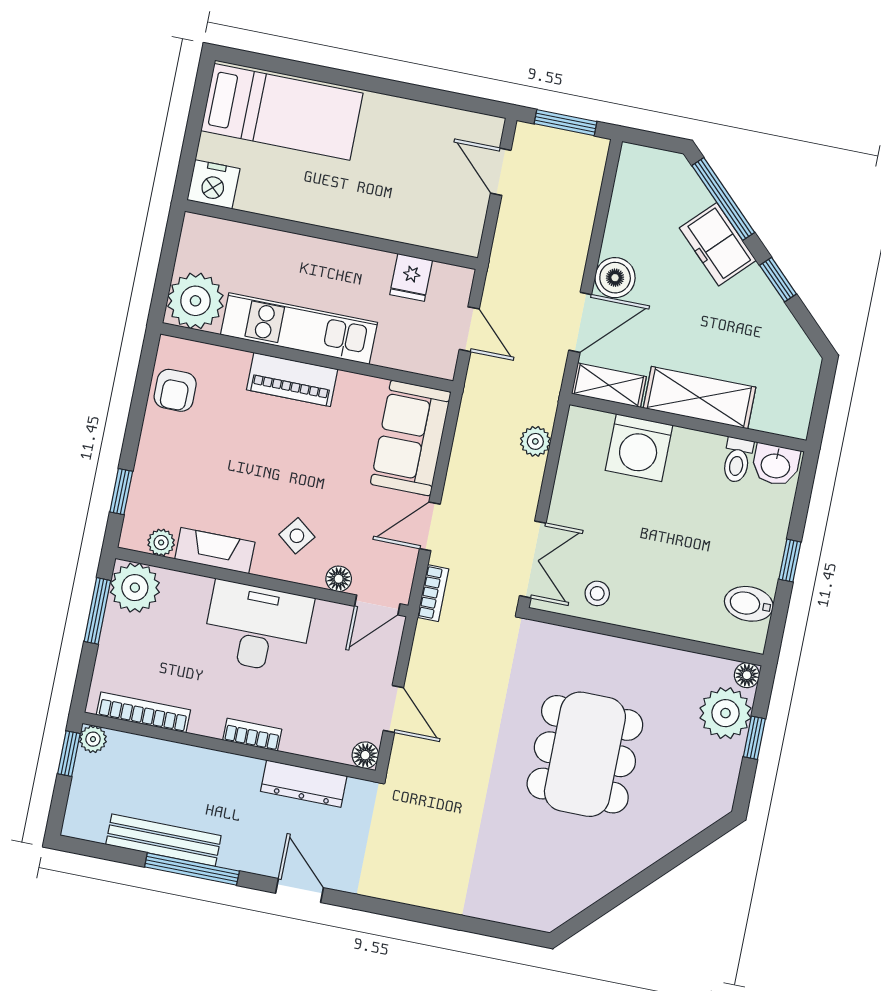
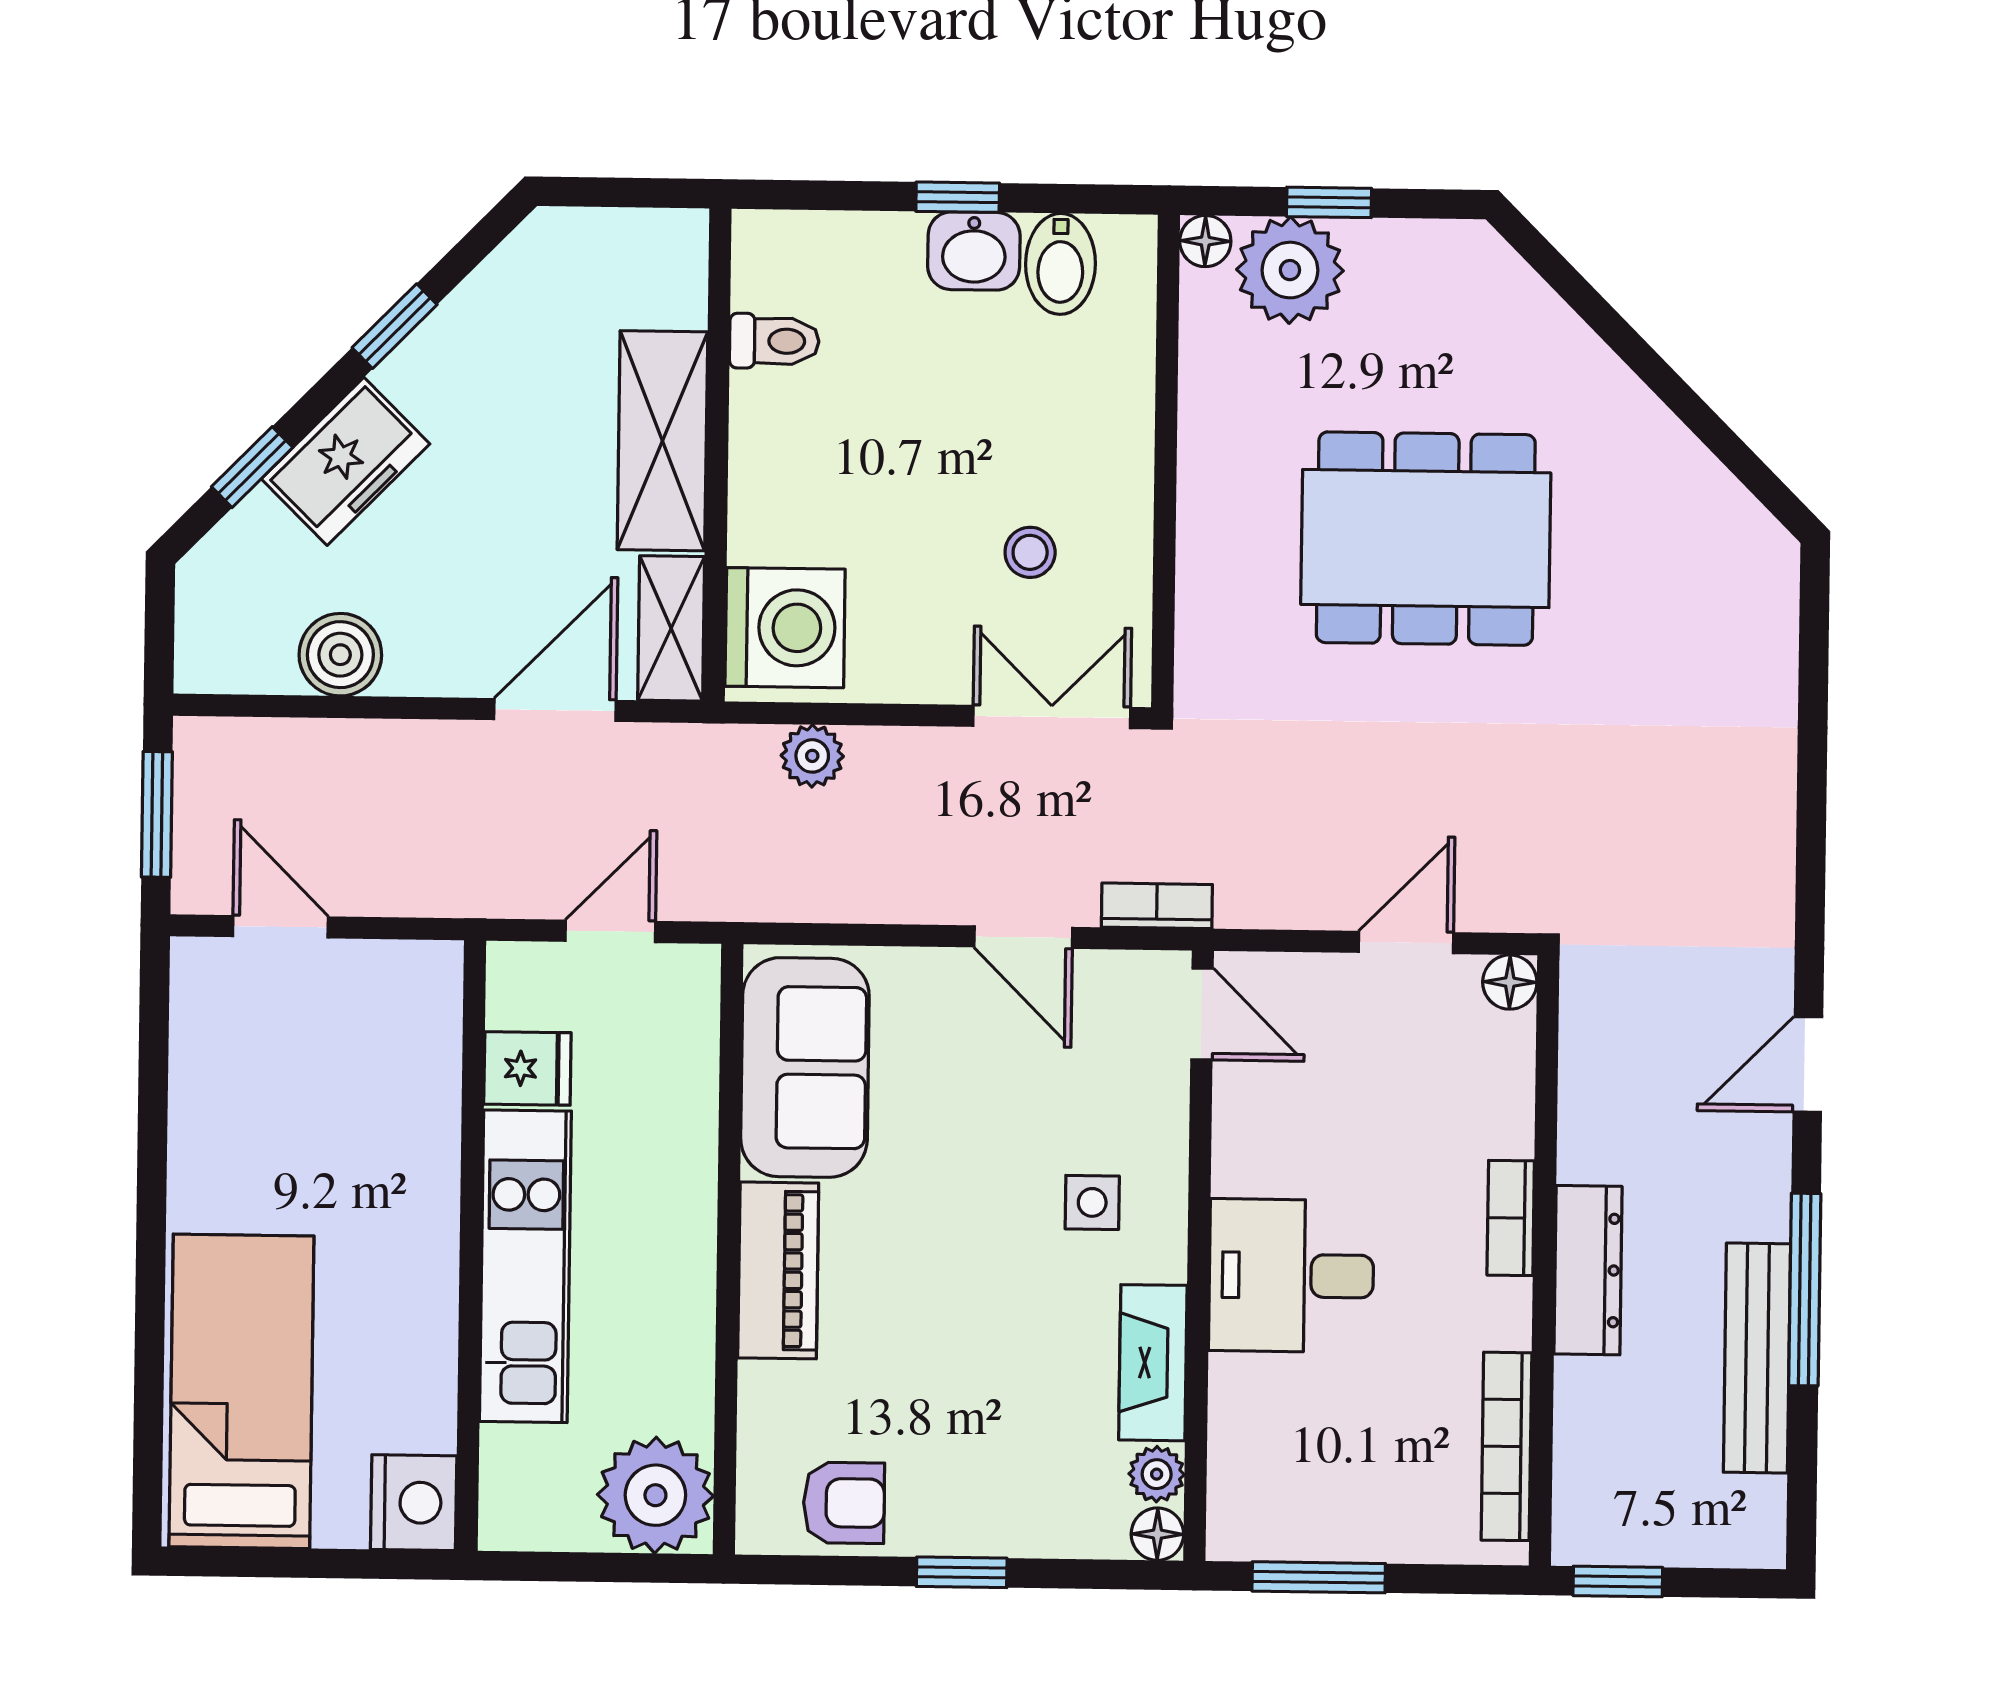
door: (501, 172) -> (280, 927), swing flipped
window: (723, 199) -> (252, 467), width x0.46
boiler: (615, 278) -> (340, 655), moved
door: (580, 322) -> (555, 710), hinge flipped
kitchen unit: (299, 329) -> (525, 1266), moved, turned 180
sofa: (411, 438) -> (805, 1067), moved, turned -90
washing machine: (639, 448) -> (785, 628), moved
washbasin: (776, 465) -> (974, 251), moved, turned 90
window: (121, 492) -> (962, 1572), moved
side table: (297, 536) -> (1092, 1202), turned -38
floor lamp: (339, 579) -> (1157, 1534), moved
plant: (135, 588) -> (1257, 1510), removed
stool: (597, 593) -> (1030, 552), moved
desk: (258, 627) -> (1291, 1276), width x0.73
plant: (93, 739) -> (1579, 1538), removed
dresser: (304, 784) -> (1588, 1270), moved

